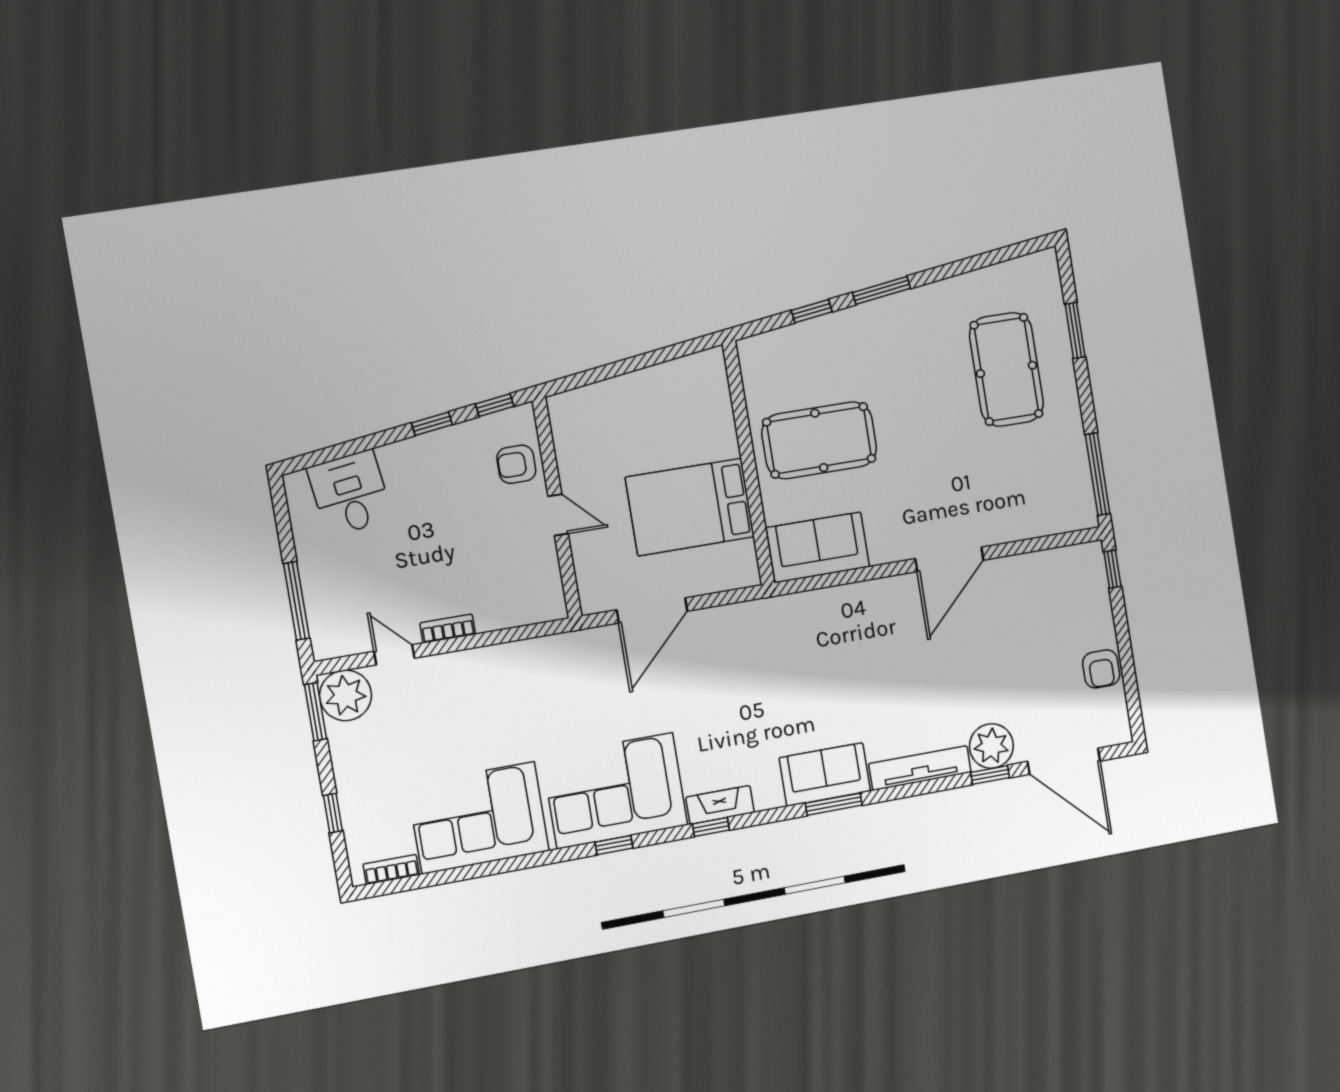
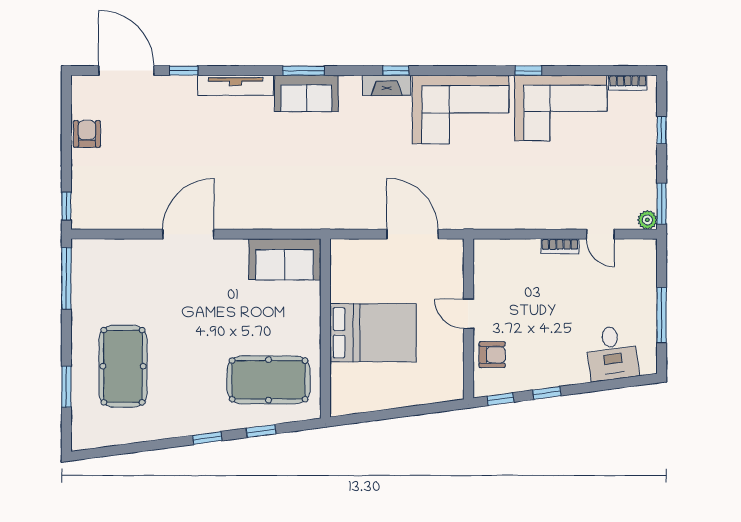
window: (881, 290) -> (207, 438), width x0.67
pool table: (819, 440) -> (269, 380), moved
bed: (690, 507) -> (373, 333), moved
window: (297, 601) -> (662, 315), moved
door: (652, 610) -> (413, 234), hinge flipped
plant: (346, 695) -> (647, 220), width x0.53, depth x0.53
plant: (991, 746) -> (179, 92), removed
window: (614, 845) -> (528, 71), moved

